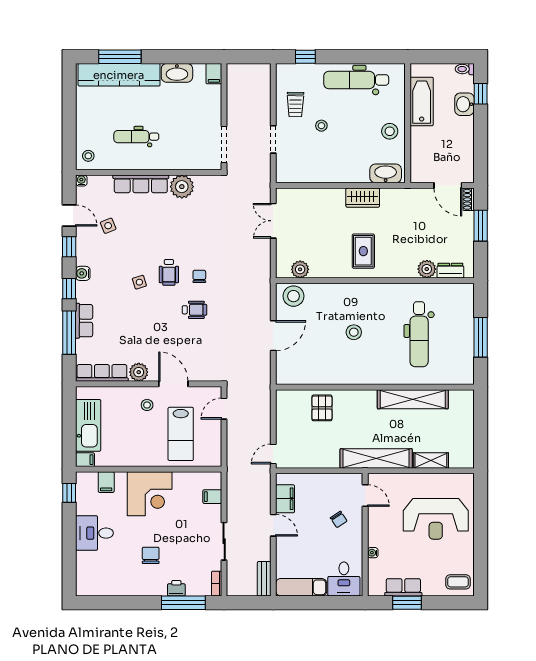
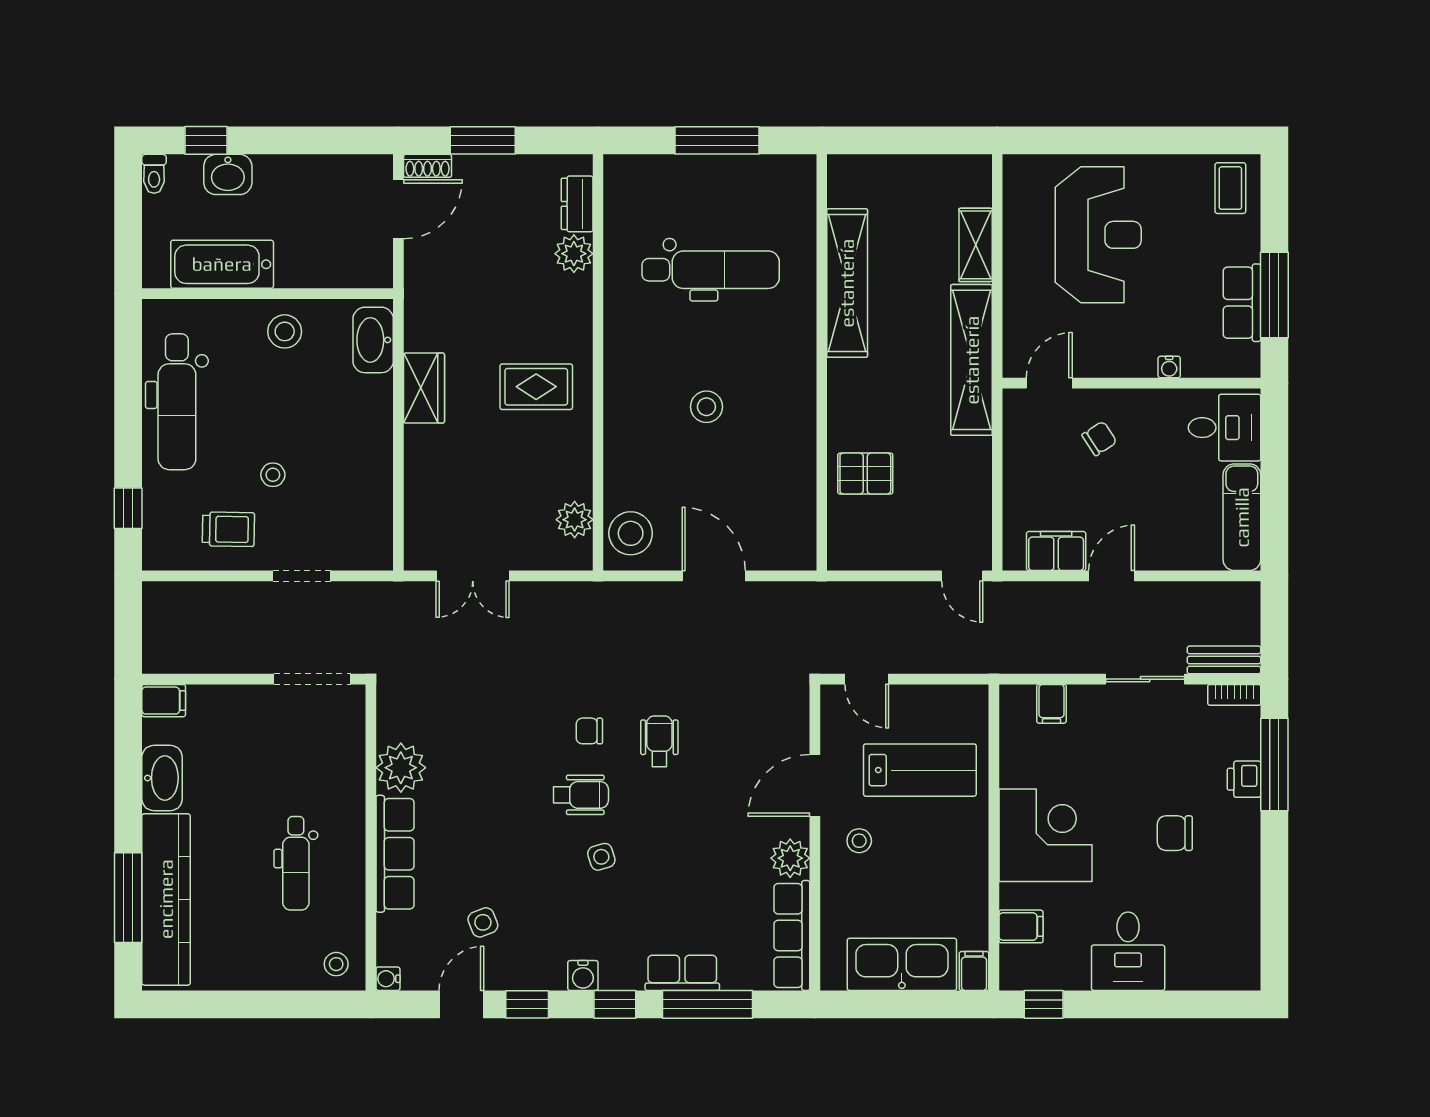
bench: (264, 579) -> (1224, 660), moved
window: (407, 603) -> (1274, 295), width x1.44

